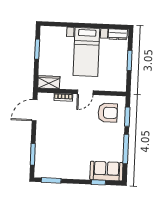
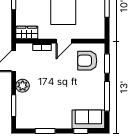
armchair: (108, 113) -> (87, 61), turned 180
plant: (42, 135) -> (23, 86), added
window: (51, 180) -> (45, 131), moved

